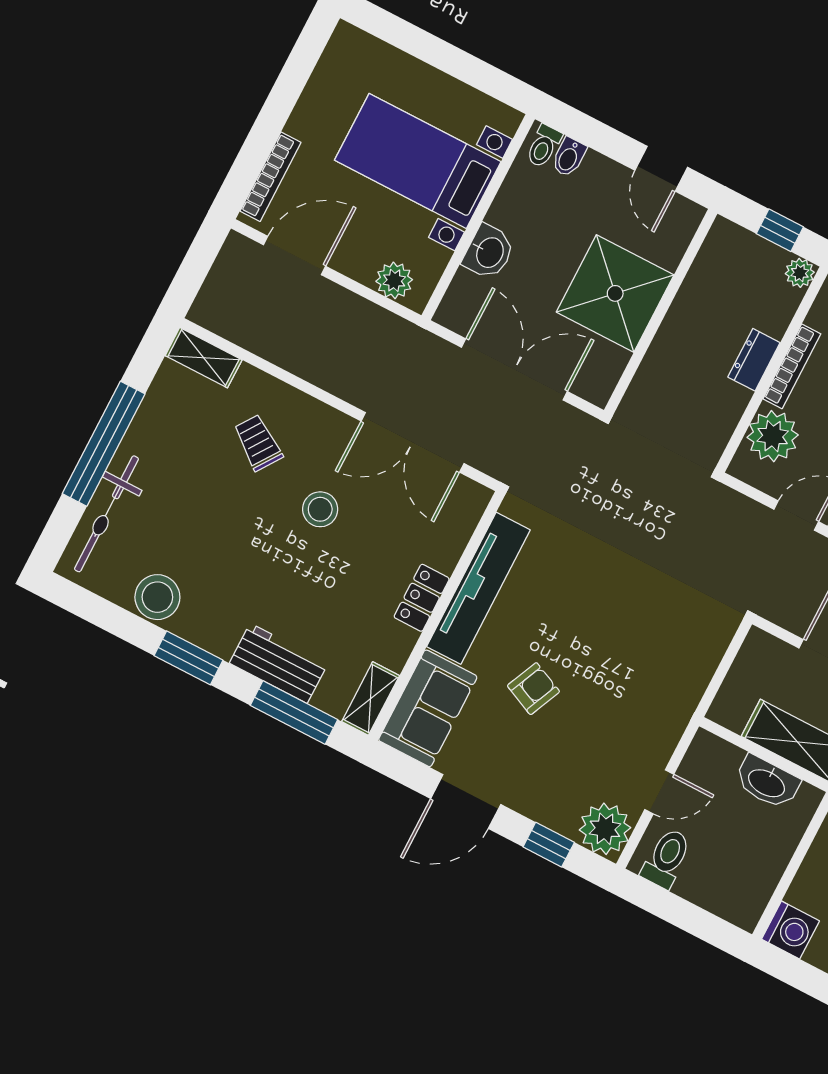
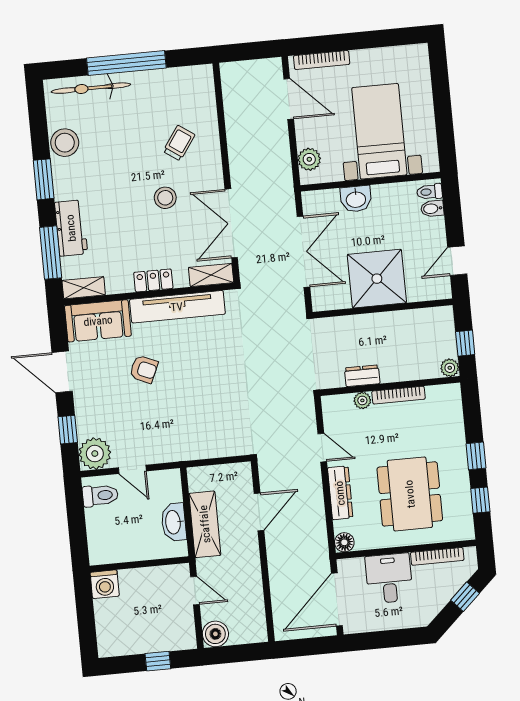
shelving: (204, 358) -> (211, 275), moved, turned 90
dresser: (754, 360) -> (362, 376), moved
plant: (773, 436) -> (362, 400), width x0.53, depth x0.53

